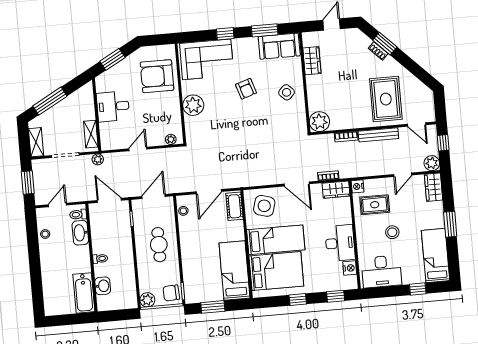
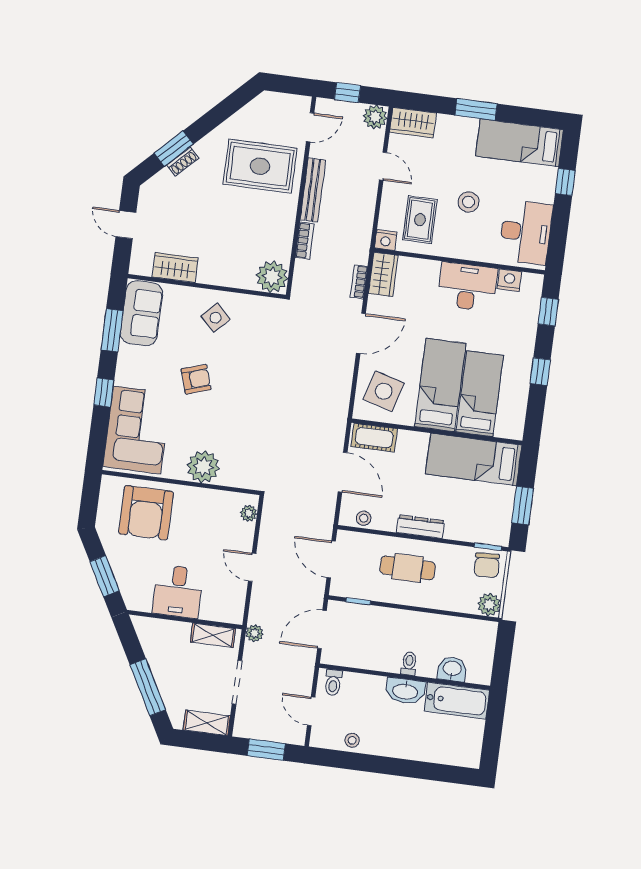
washbasin: (80, 233) -> (405, 691), moved
dresser: (186, 247) -> (420, 527), added
bed: (276, 271) -> (480, 394), width x0.67

